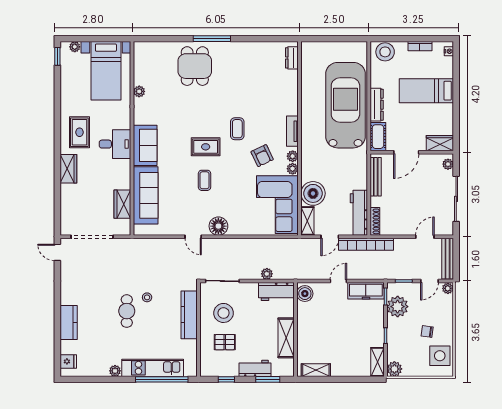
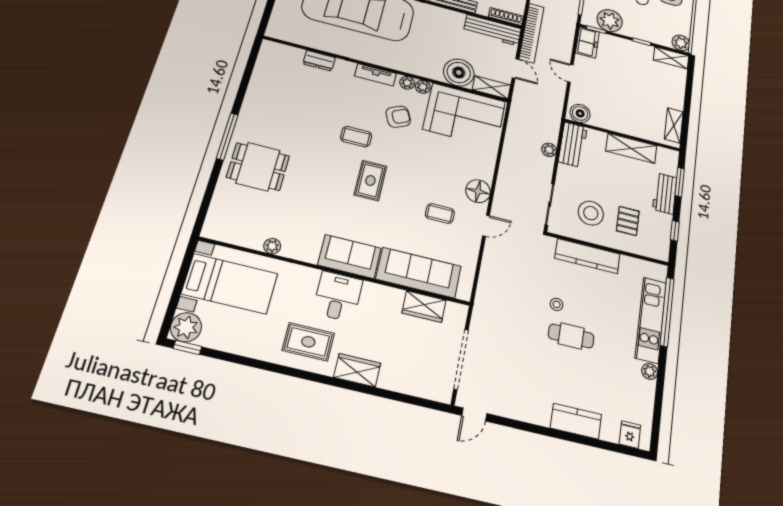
plant: (75, 47) -> (186, 327), width x1.88, depth x1.88
dresser: (292, 58) -> (319, 61), moved
coffee table: (205, 180) -> (440, 213), moved
freezer: (366, 291) -> (587, 42), width x0.71

